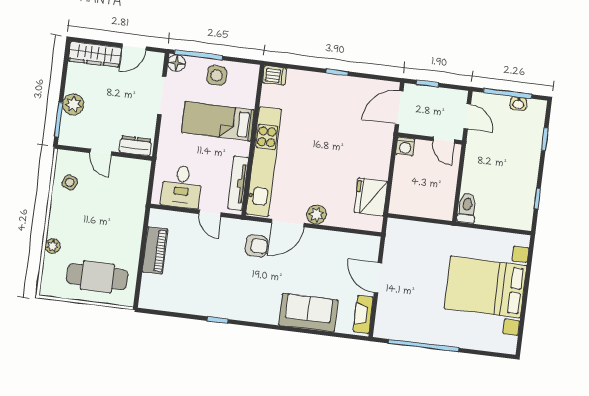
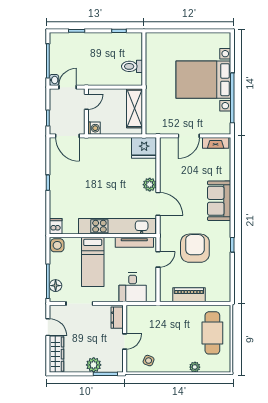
floor lamp: (177, 63) -> (56, 286), moved
side table: (217, 75) -> (57, 245), moved
washbasin: (518, 104) -> (54, 80), moved
desk: (182, 187) -> (133, 287), moved, turned 90
fridge: (371, 197) -> (144, 148), moved
shelving: (426, 207) -> (135, 108), added
toilet: (467, 208) -> (132, 66), moved
armchair: (257, 246) -> (195, 248), moved, width x1.88, depth x1.88
bed with nightstands: (485, 287) -> (203, 80), moved, turned 90
sofa: (308, 313) -> (219, 201), moved

